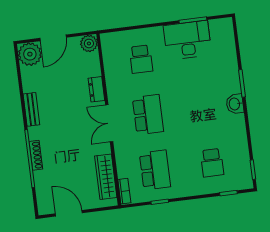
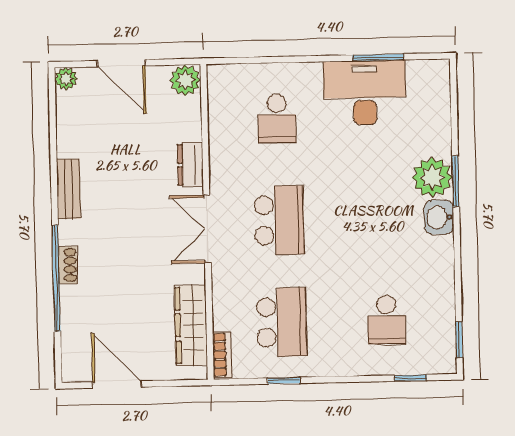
door: (53, 38) -> (121, 63), hinge flipped
plant: (30, 54) -> (66, 79), width x0.53, depth x0.53
plant: (229, 83) -> (432, 177), added
shoe rack: (36, 155) -> (68, 265), width x0.70

